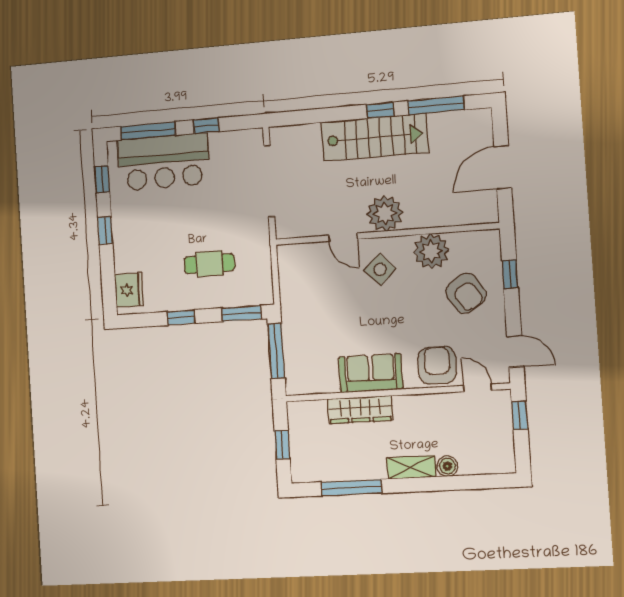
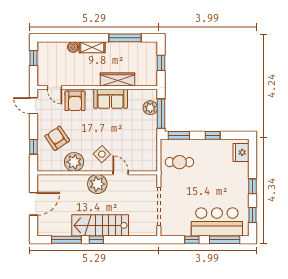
cafe table: (209, 264) -> (179, 162), moved
plant: (296, 361) -> (150, 108), added
window: (520, 415) -> (34, 58), moved

